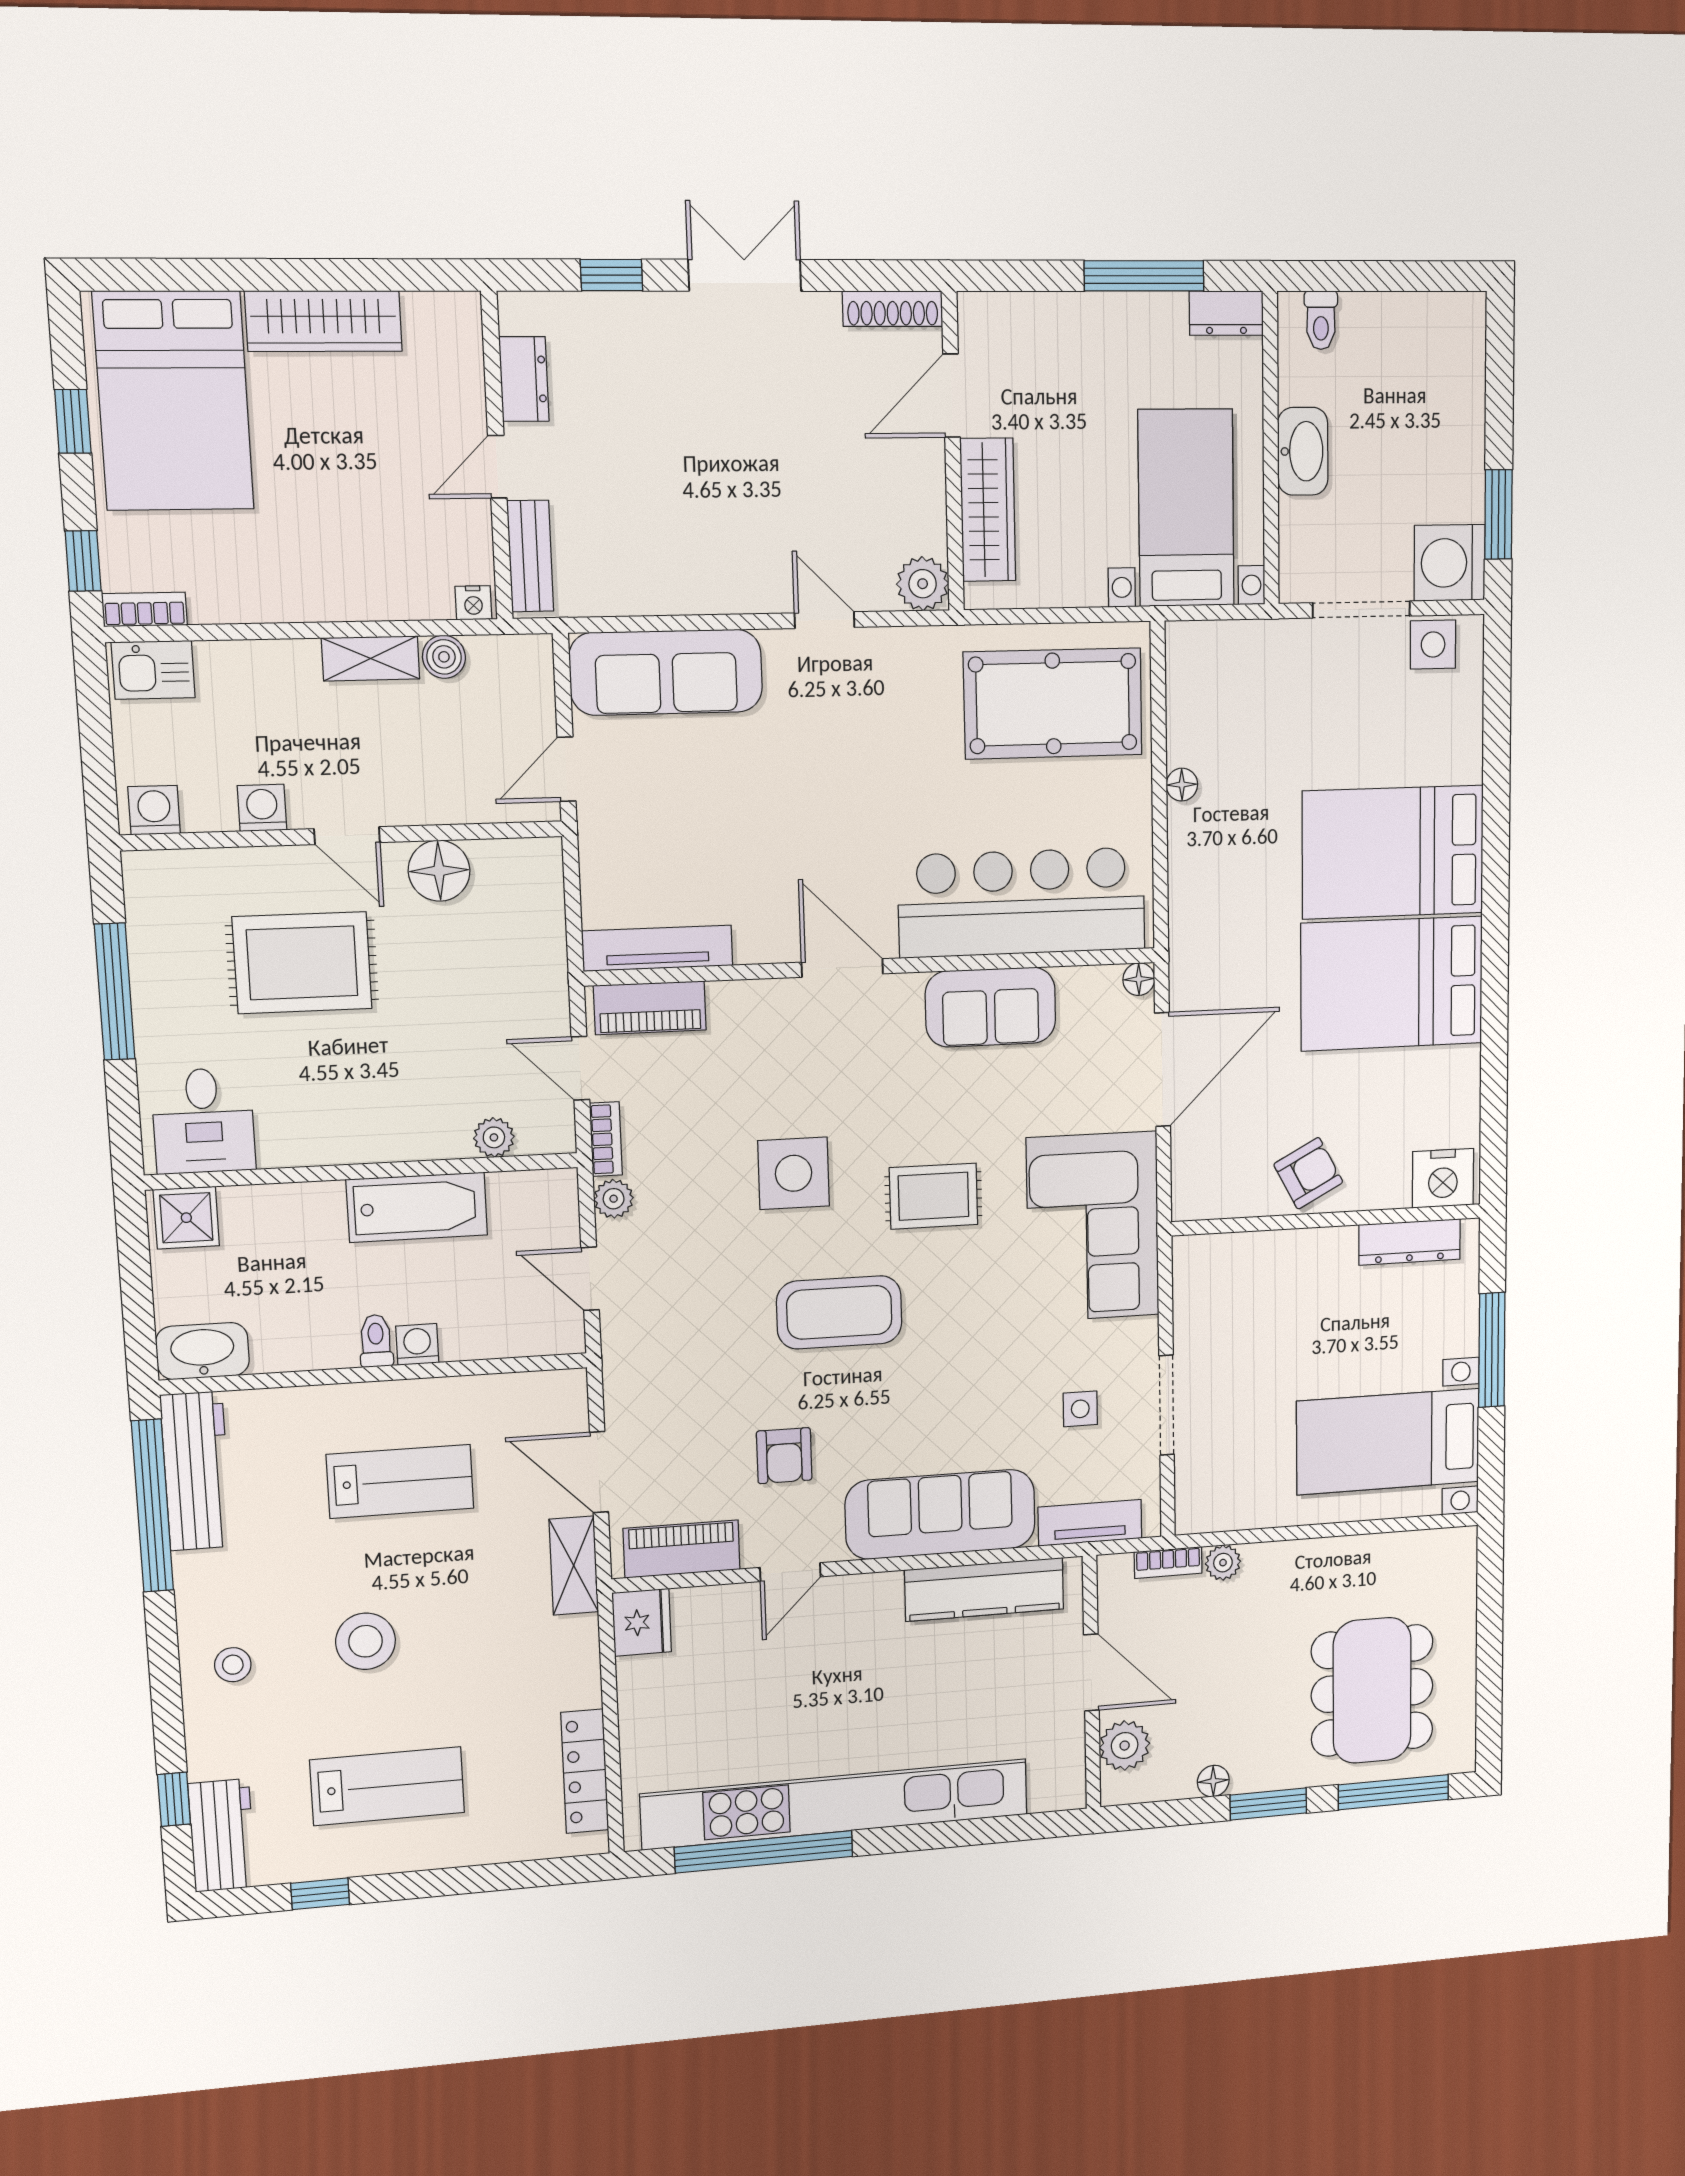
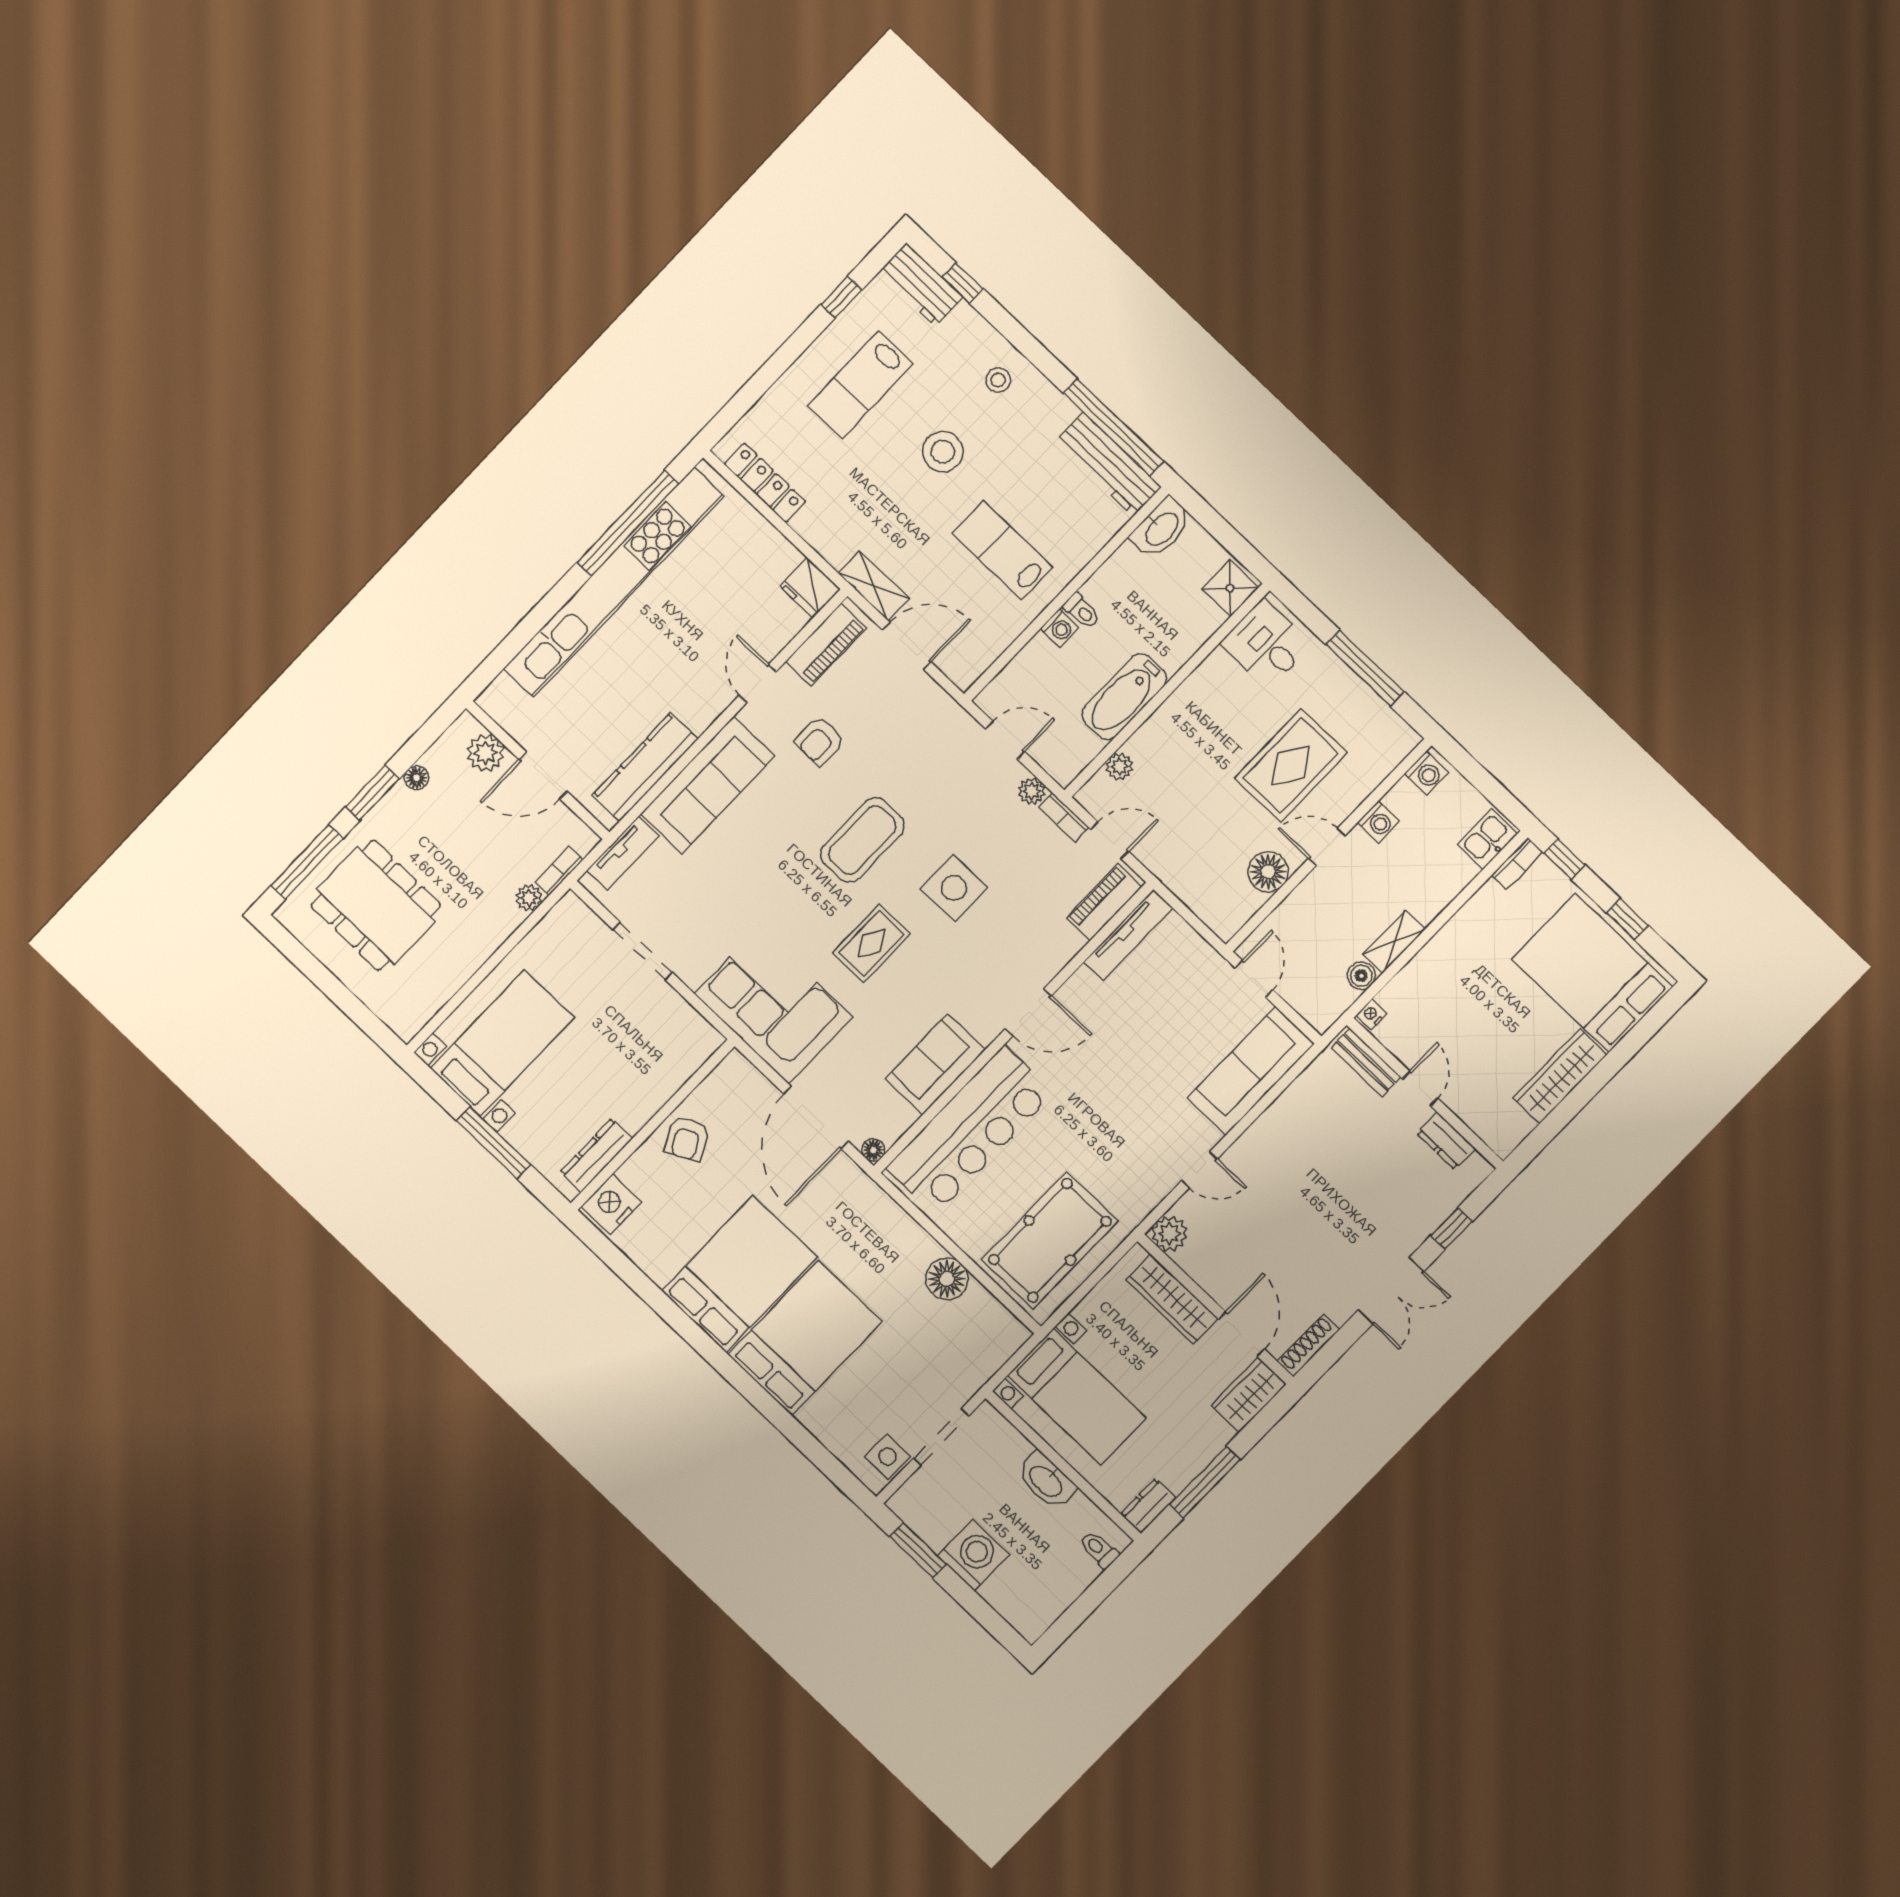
wardrobe: (1007, 322) -> (1249, 1395), added
washing machine: (1450, 563) -> (973, 1555), moved
floor lamp: (1182, 785) -> (947, 1279), width x1.89, depth x1.89
side table: (1080, 1409) -> (687, 907), removed
armchair: (784, 1456) -> (820, 741), turned -90
lab bench: (400, 1481) -> (1003, 550), turned 90

